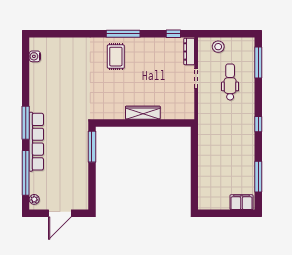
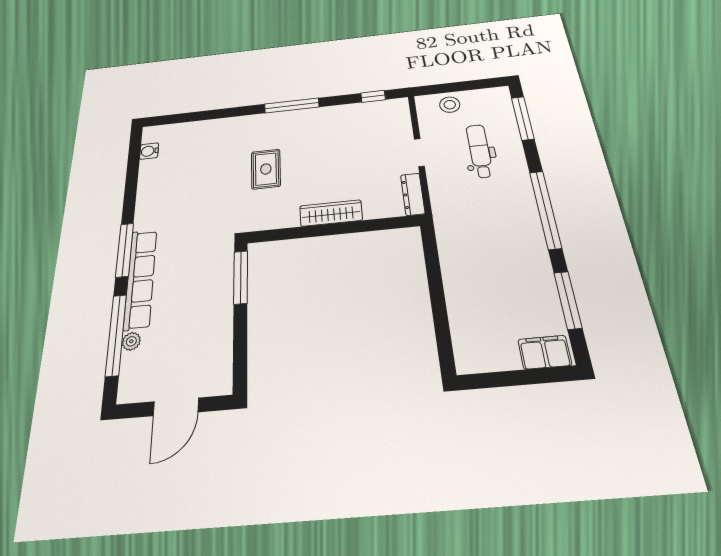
dresser: (189, 51) -> (413, 194), moved
rug: (116, 57) -> (266, 169), moved
window: (258, 124) -> (545, 210), width x3.17
plant: (34, 199) -> (131, 341), moved

